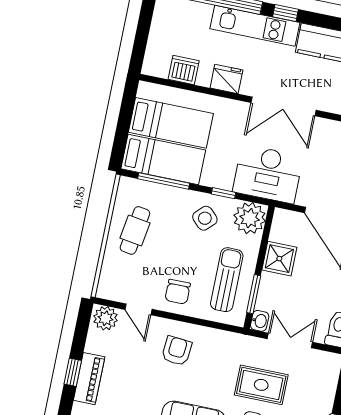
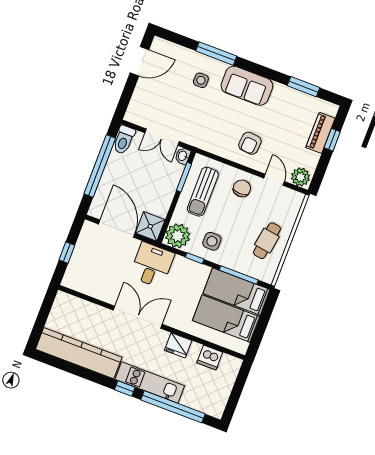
desk: (268, 174) -> (152, 265), width x0.73
side table: (205, 218) -> (212, 241), turned 45
shower: (279, 259) -> (150, 226), moved
rug: (261, 385) -> (189, 107), removed

